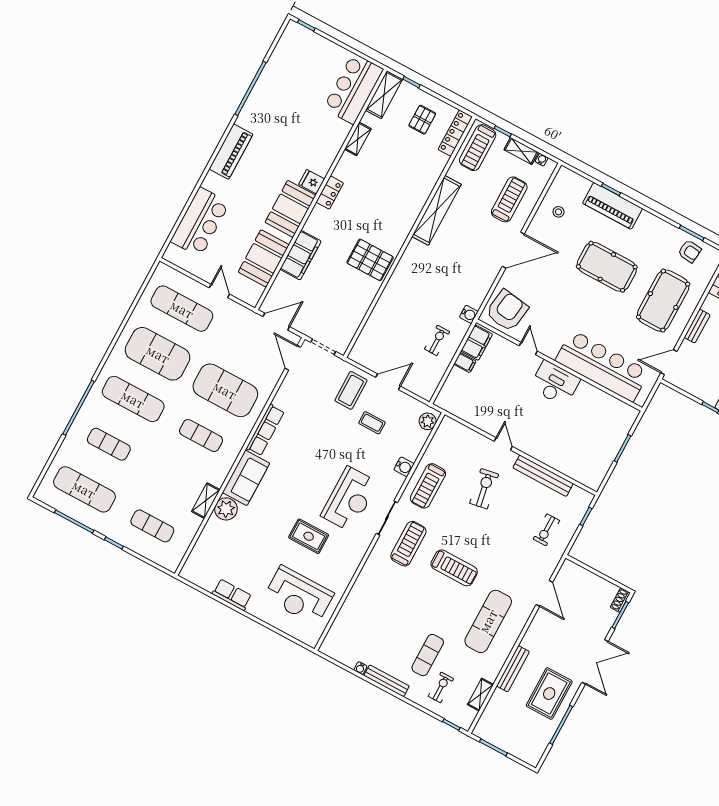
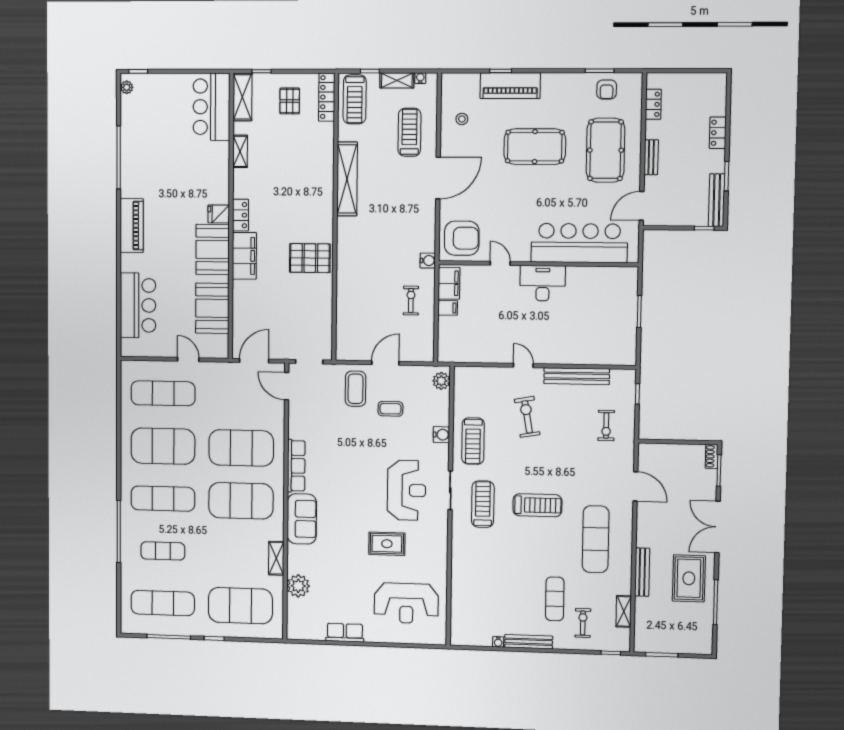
plant: (289, 33) -> (127, 87), added
armchair: (689, 251) -> (607, 89), turned 84
filing cabinet: (301, 255) -> (244, 256), moved
armchair: (507, 311) -> (462, 238), turned 82
exercise mat: (201, 436) -> (241, 501), width x2.00, depth x1.45
plant: (226, 509) -> (298, 586), moved
exercise mat: (152, 526) -> (240, 606), width x2.00, depth x1.45
double door: (595, 662) -> (717, 527), swing flipped

